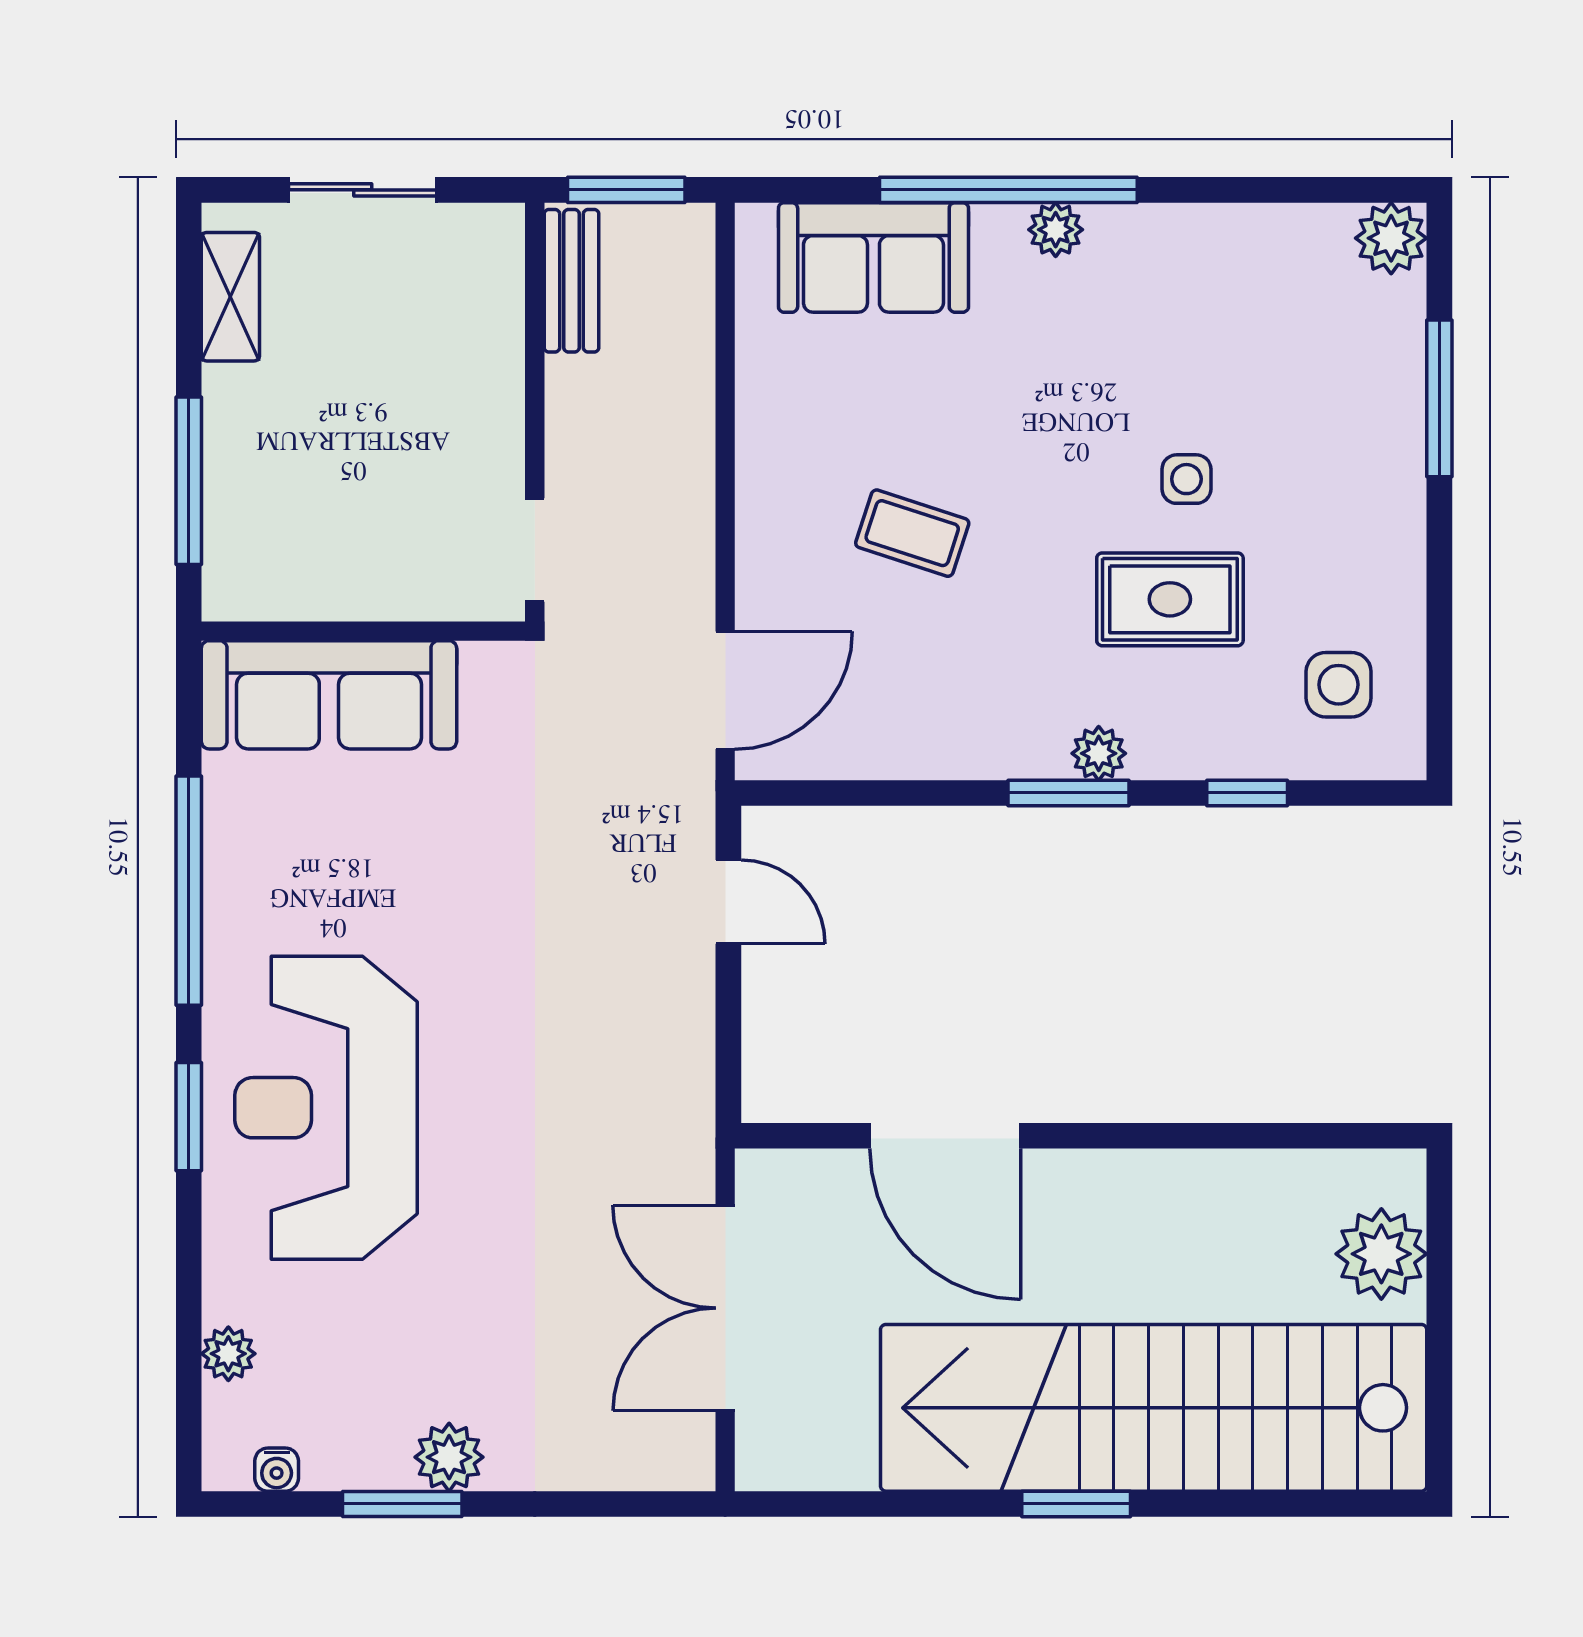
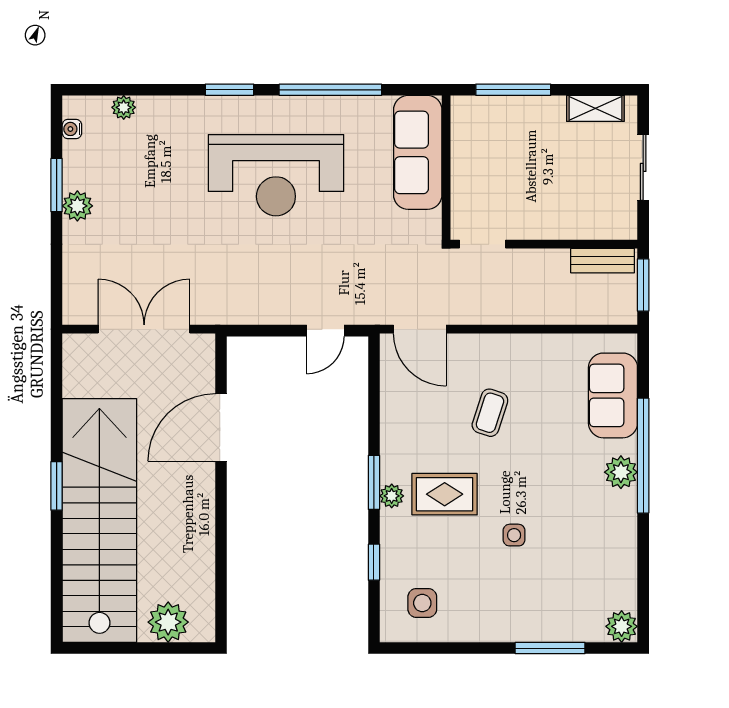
plant: (1056, 230) -> (621, 472), width x1.38, depth x1.38
rug: (1170, 599) -> (445, 494), moved, turned 90
reception desk: (326, 1108) -> (276, 175), moved, turned 180

